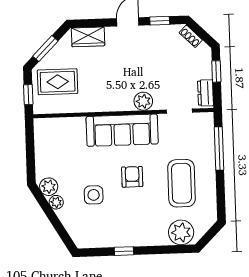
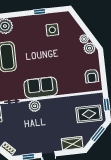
sofa: (122, 130) -> (41, 88), width x0.73
armchair: (132, 177) -> (92, 76), moved
side table: (94, 195) -> (52, 30), moved

